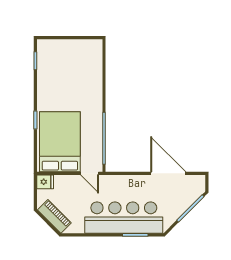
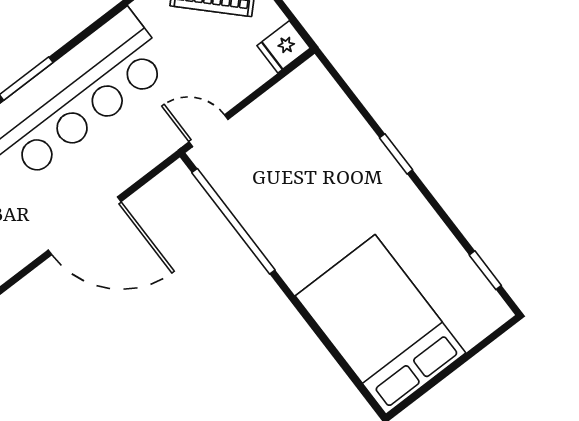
bed: (60, 142) -> (381, 324), moved, turned 180
door: (168, 173) -> (85, 226), moved

